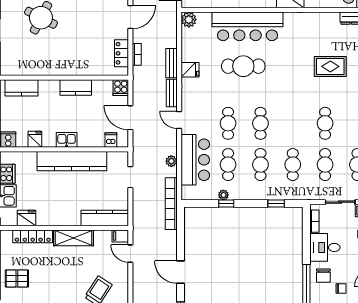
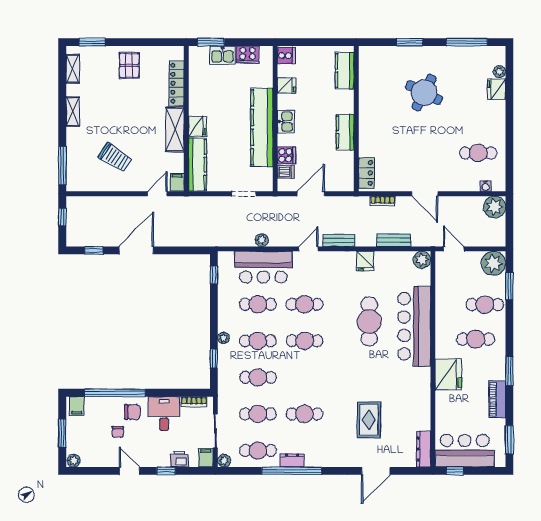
locker: (121, 53) -> (366, 173), moved, turned 90
bench: (171, 63) -> (394, 240), moved
cooker: (121, 88) -> (286, 155), moved, turned 180
plant: (223, 195) -> (224, 338), moved
bookcase: (171, 204) -> (214, 240), removed
window: (226, 204) -> (214, 275), moved
fridge: (27, 218) -> (197, 126), moved
door: (180, 272) -> (136, 250), width x1.36
chair: (323, 276) -> (132, 412), turned 180

